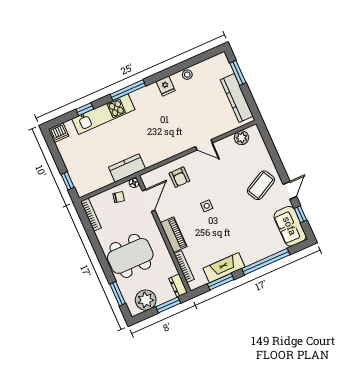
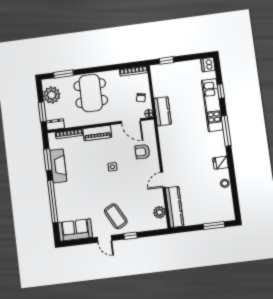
kitchen counter: (237, 98) -> (175, 207), moved, turned 90
window: (300, 214) -> (131, 236), moved

